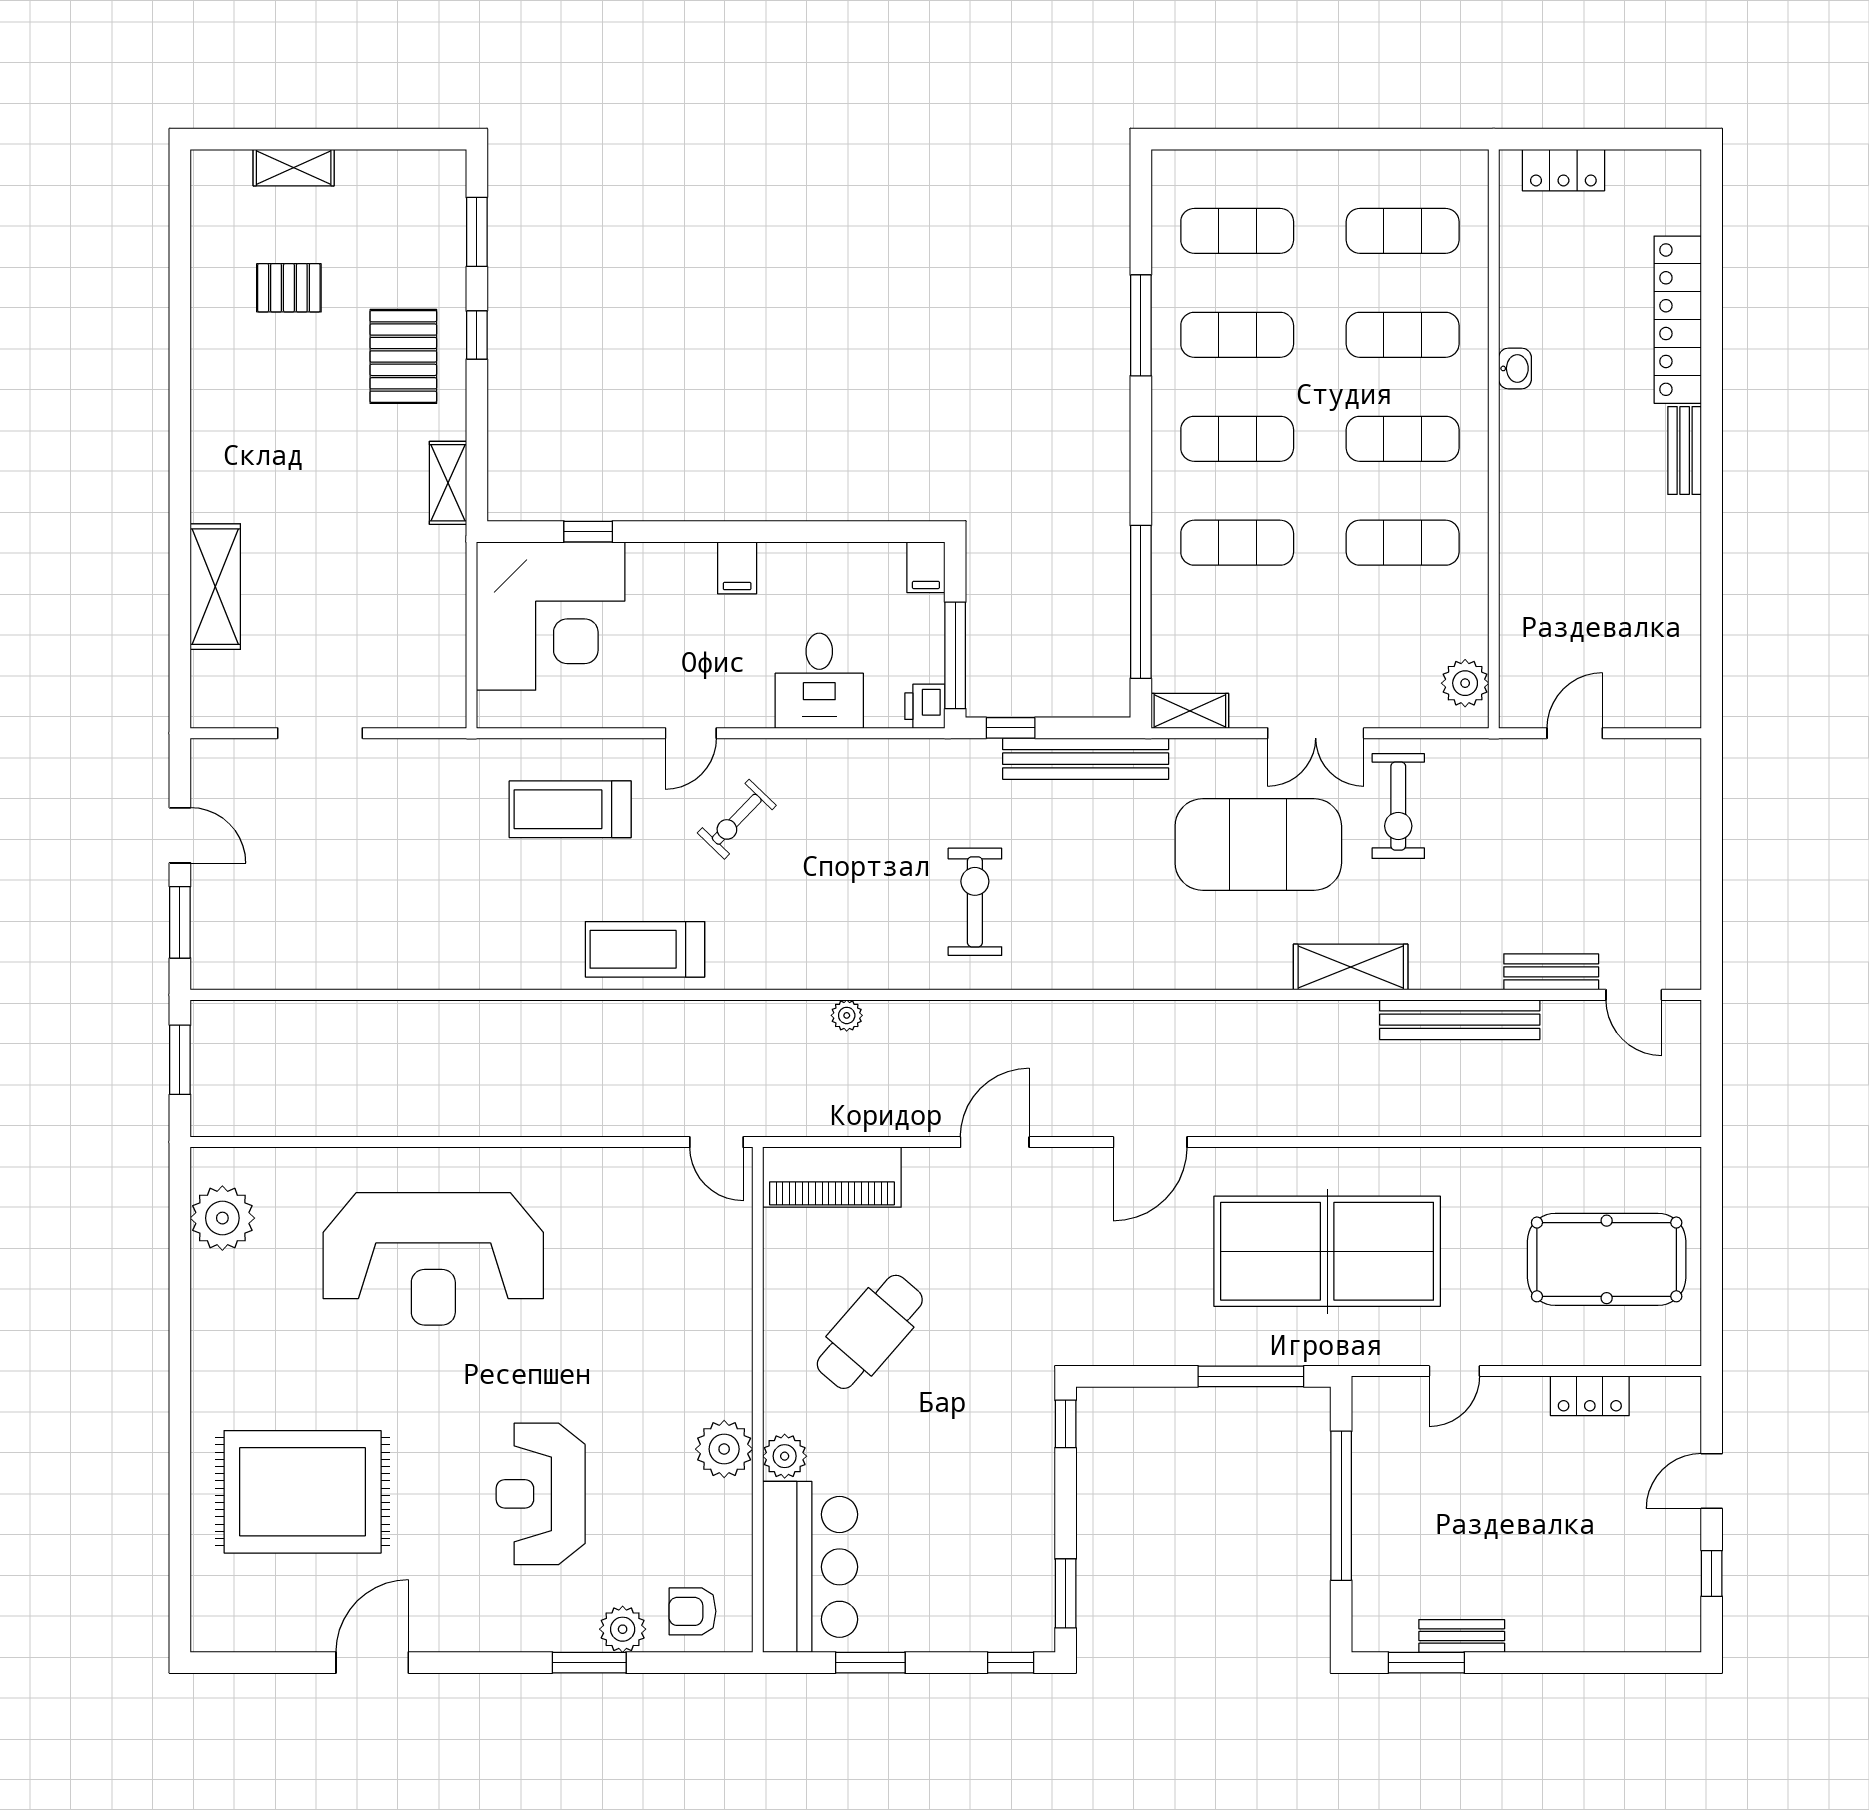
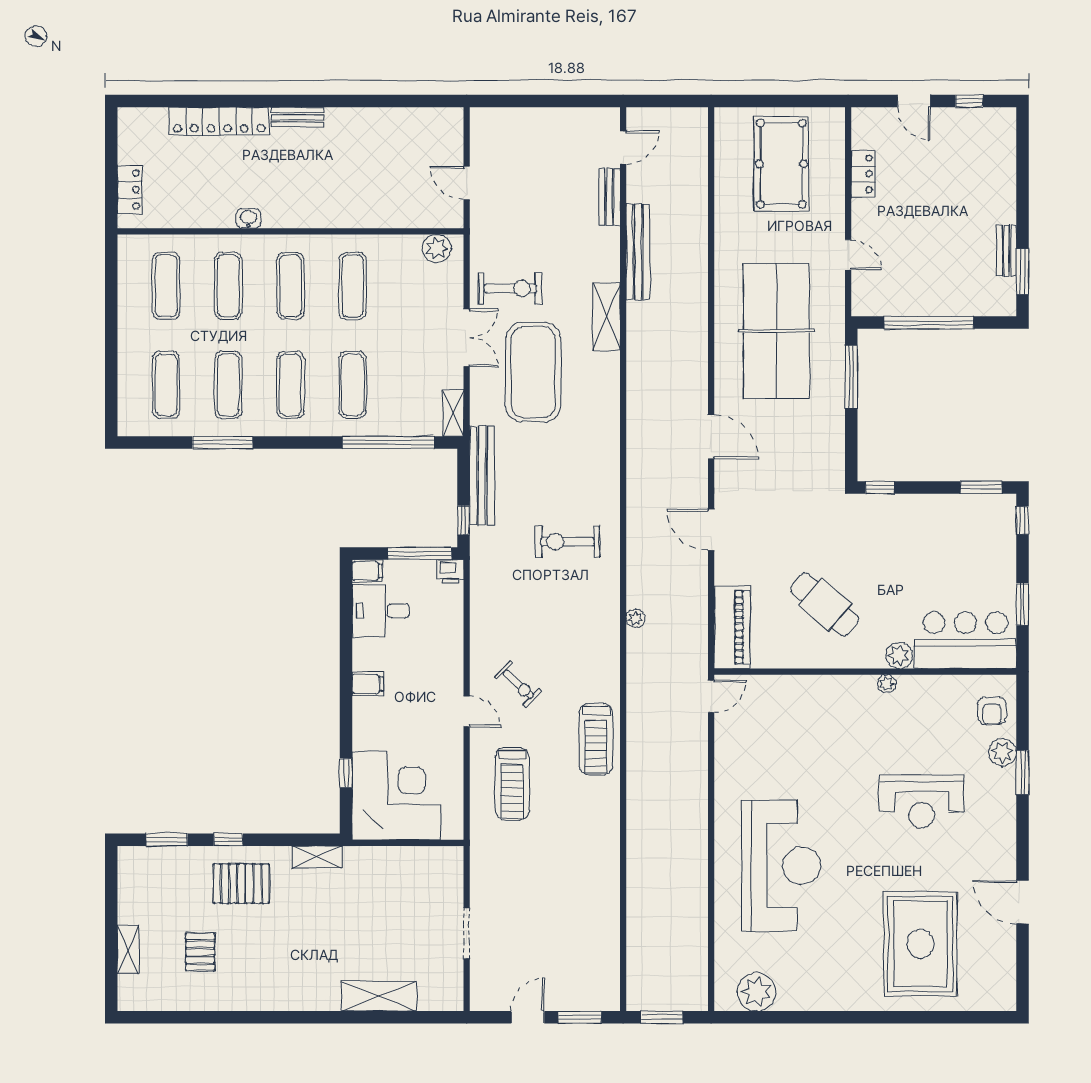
desk: (819, 681) -> (381, 611), moved, turned 180
plant: (724, 1449) -> (887, 684), width x0.53, depth x0.53

